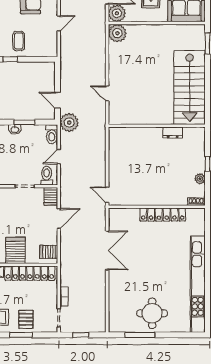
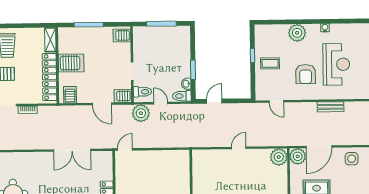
door: (59, 23) -> (276, 101), moved
door: (107, 94) -> (239, 148), moved
plant: (69, 123) -> (141, 113), moved
washbasin: (15, 129) -> (186, 84), moved

